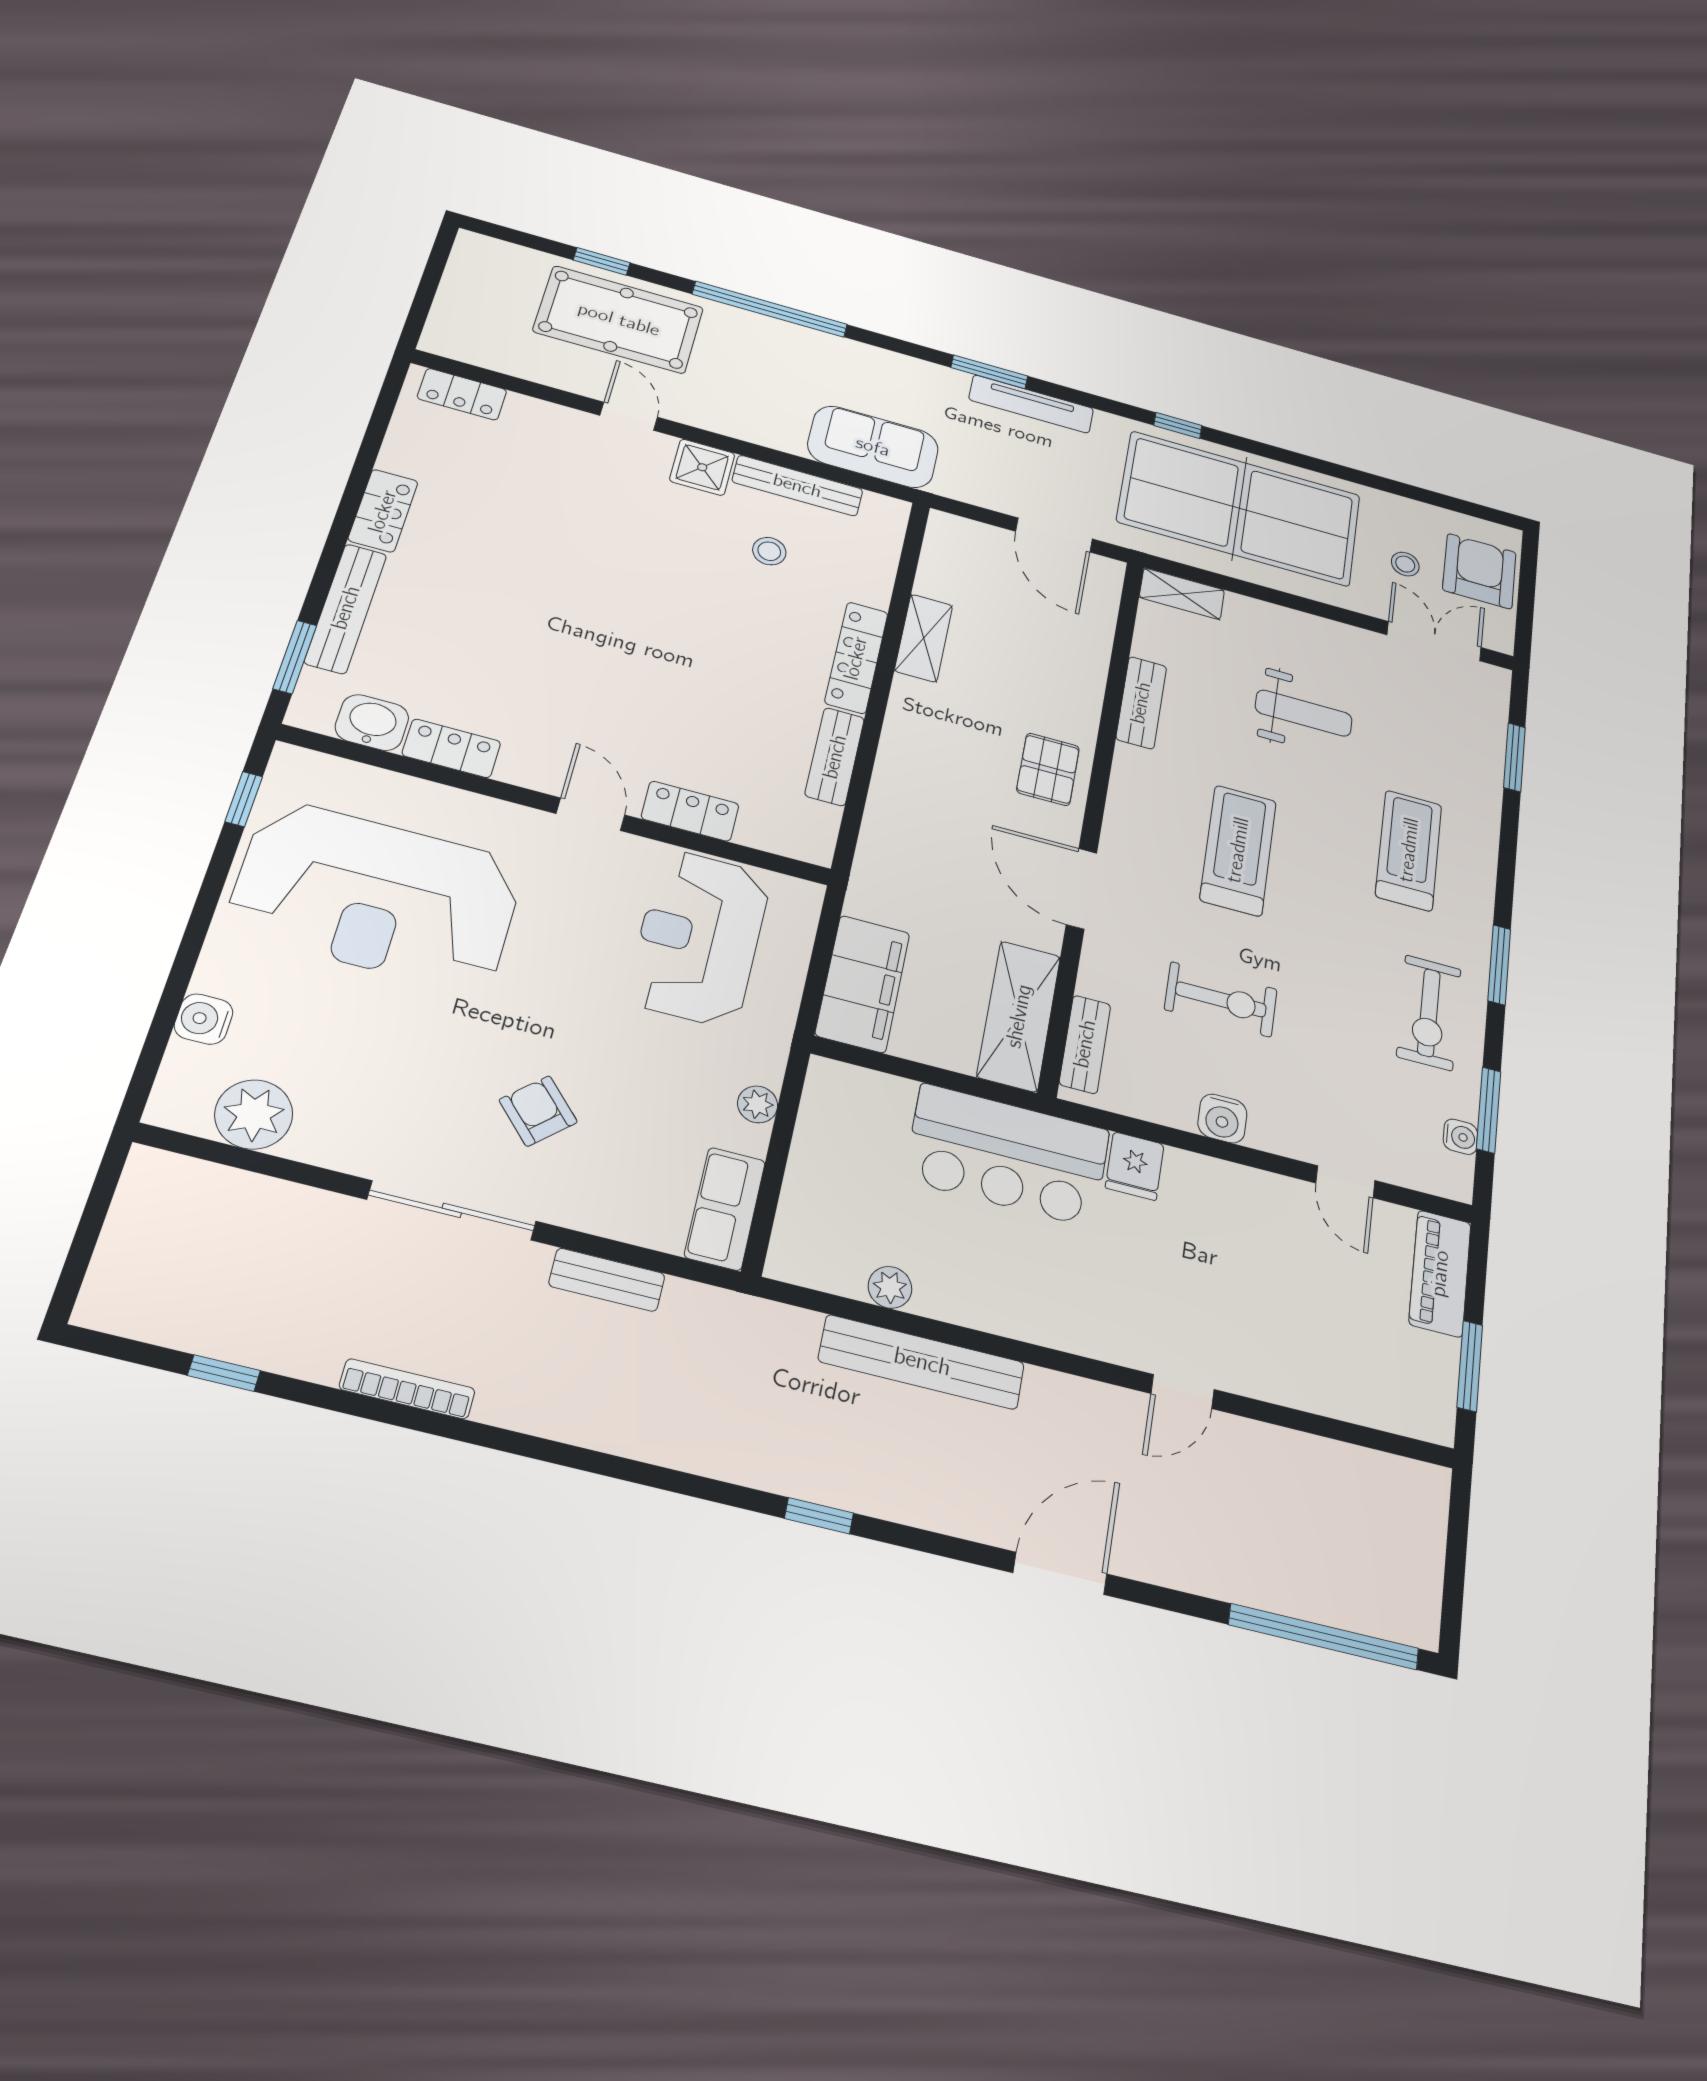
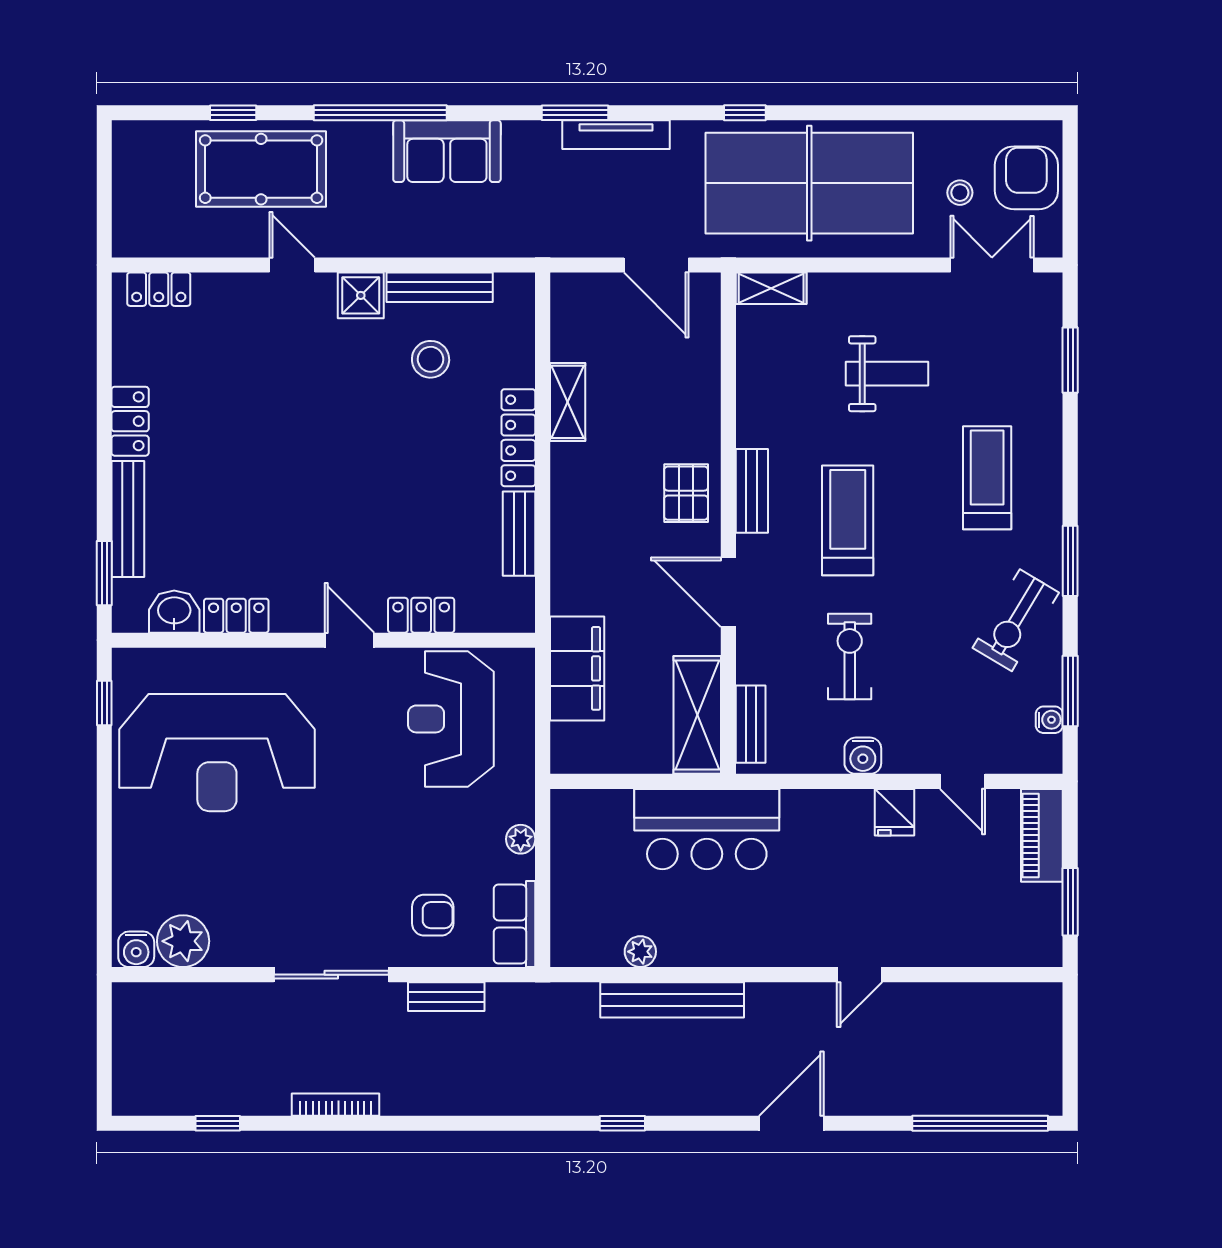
sofa: (873, 447) -> (447, 151), moved, turned 180
stool: (769, 551) -> (431, 359), width x1.37, depth x1.37
bench: (1141, 703) -> (752, 491), moved
filing cabinet: (863, 984) -> (577, 668), moved
exercise bike: (1221, 999) -> (850, 656), turned -90
exercise bike: (1429, 1013) -> (1016, 620), turned 31
water cooler: (204, 1019) -> (136, 949), moved, turned -90
armchair: (538, 1111) -> (433, 915), moved, turned 133
fridge: (1135, 1166) -> (895, 812), moved

